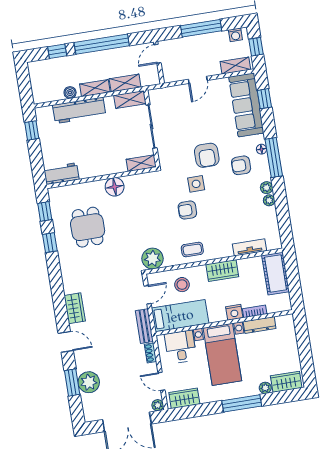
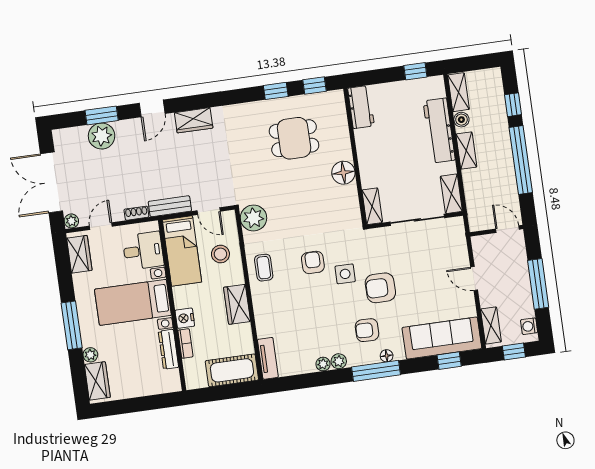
shelving: (125, 83) -> (459, 92), moved
armchair: (241, 165) -> (367, 330), turned -89
tv unit: (249, 247) -> (268, 358), moved

